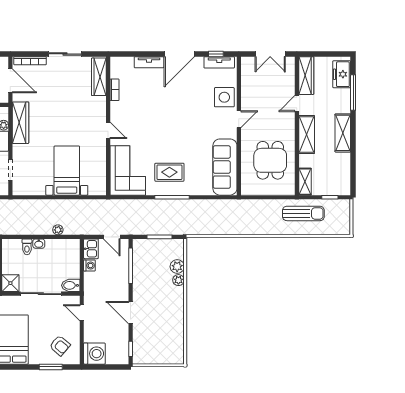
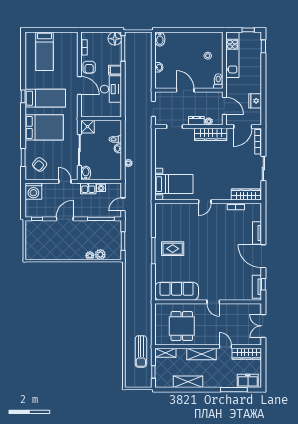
side table: (224, 97) -> (230, 291), removed
shelving: (343, 133) -> (188, 382), moved
dining table: (270, 160) -> (182, 326), turned 90
corner sofa: (128, 170) -> (174, 217), removed
bed with nightstands: (67, 171) -> (174, 184), moved
rug: (169, 172) -> (173, 249), turned 90
kitchen sink: (91, 249) -> (88, 188), moved
door: (82, 313) -> (65, 181), hinge flipped

